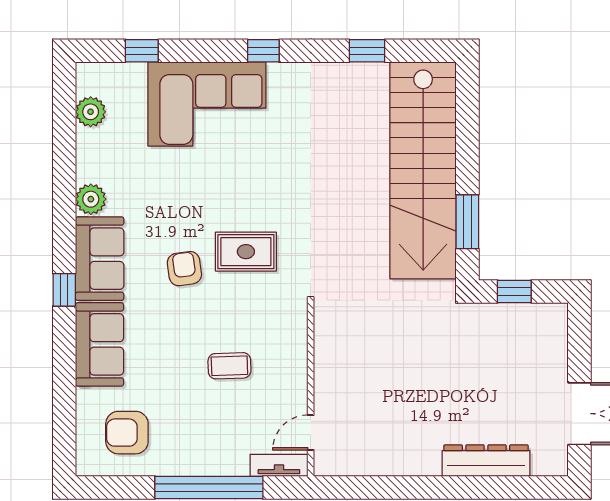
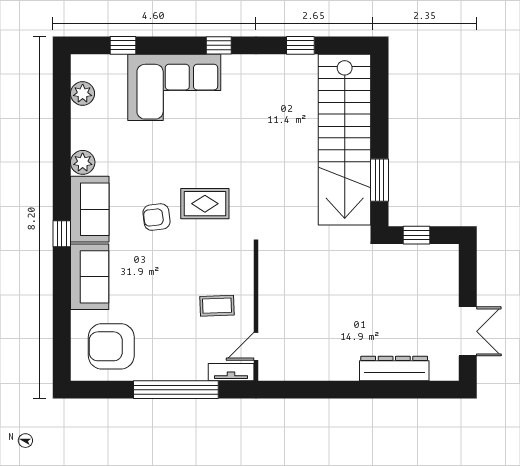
armchair: (184, 269) -> (156, 217), turned -89
coffee table: (229, 366) -> (217, 306), moved
armchair: (127, 433) -> (111, 346), width x1.36, depth x1.36

